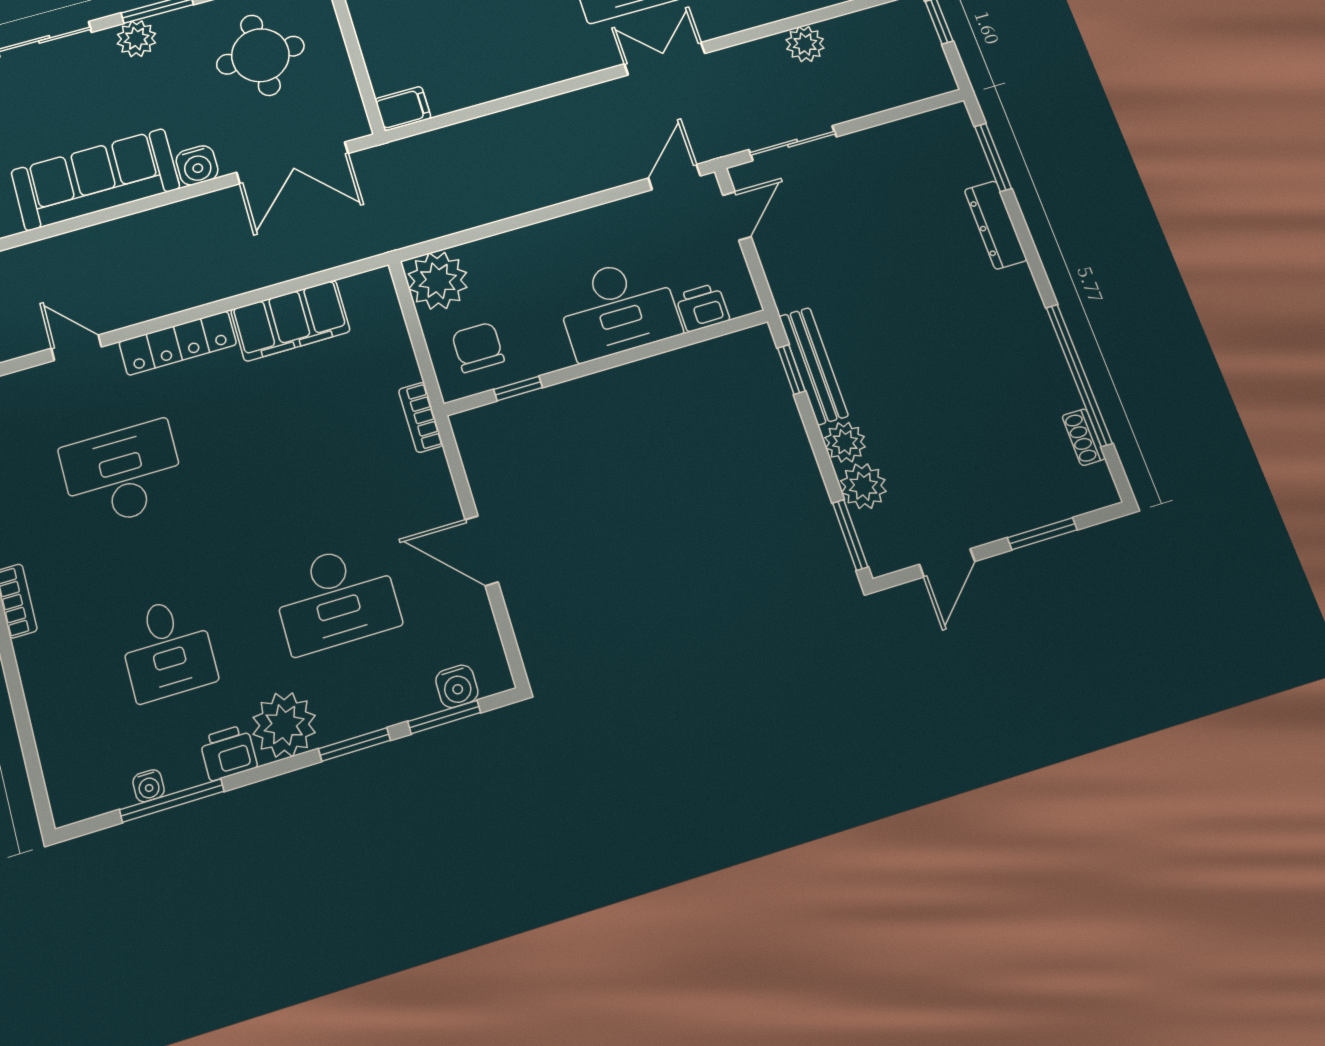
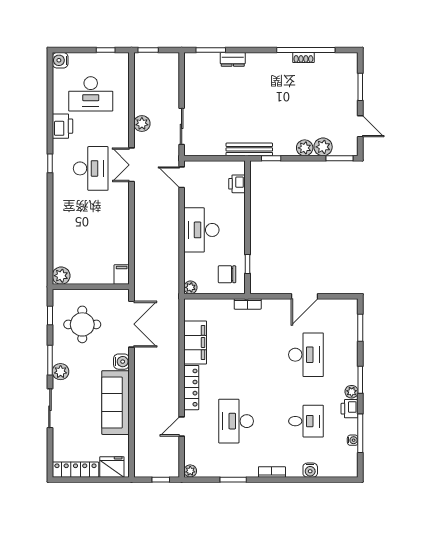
plant: (805, 44) -> (142, 124), moved
door: (737, 216) -> (205, 158), removed
dresser: (996, 225) -> (233, 59), width x0.70
plant: (438, 281) -> (190, 287), width x0.53, depth x0.53
desk: (618, 308) -> (201, 230), moved, turned 180
bench: (813, 366) -> (249, 149), moved
shoe rack: (1084, 437) -> (303, 58), moved
water cooler: (457, 686) -> (310, 470), moved, turned 90
plant: (284, 725) -> (352, 392), width x0.53, depth x0.53
window: (354, 745) -> (360, 380), moved

